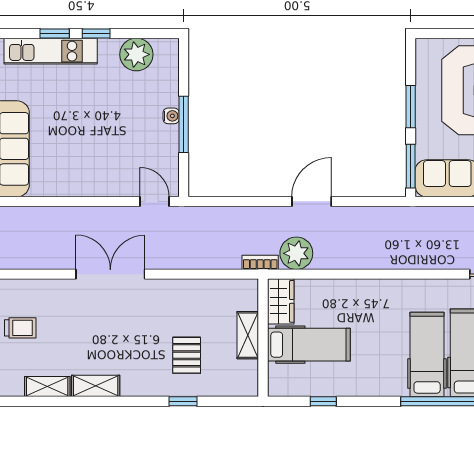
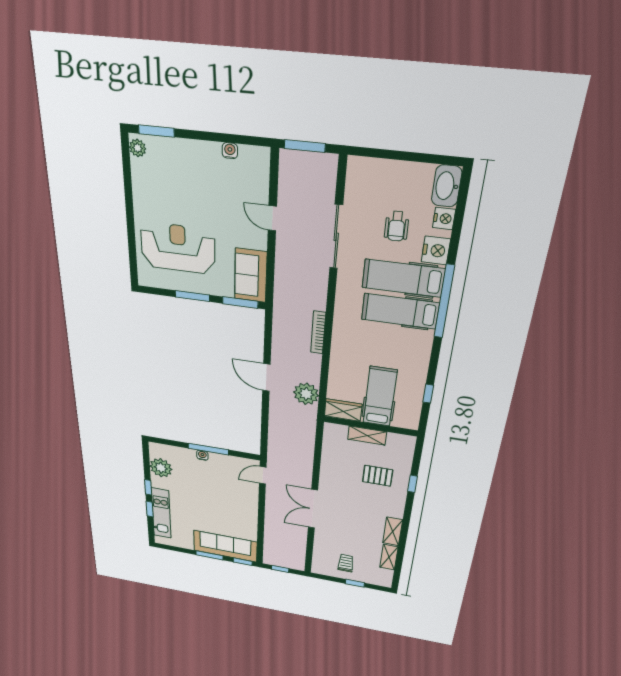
bookcase: (260, 262) -> (318, 332), moved, width x1.56

